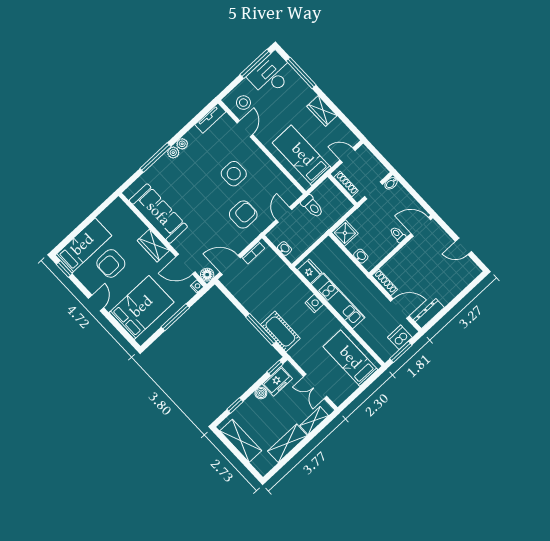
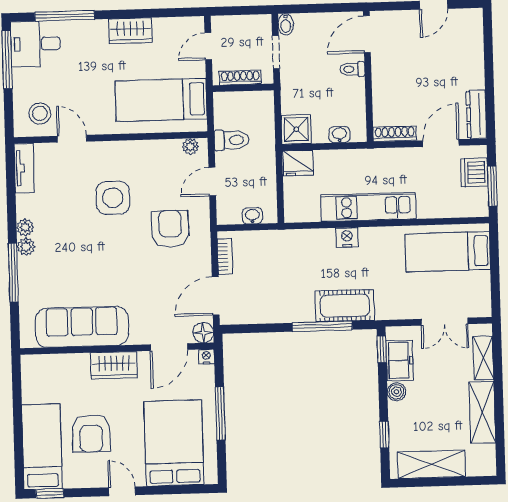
desk: (271, 75) -> (36, 44), width x0.73
plant: (291, 189) -> (190, 147), added
door: (284, 215) -> (212, 181), hinge flipped
fridge: (310, 271) -> (298, 163), moved, turned 180

